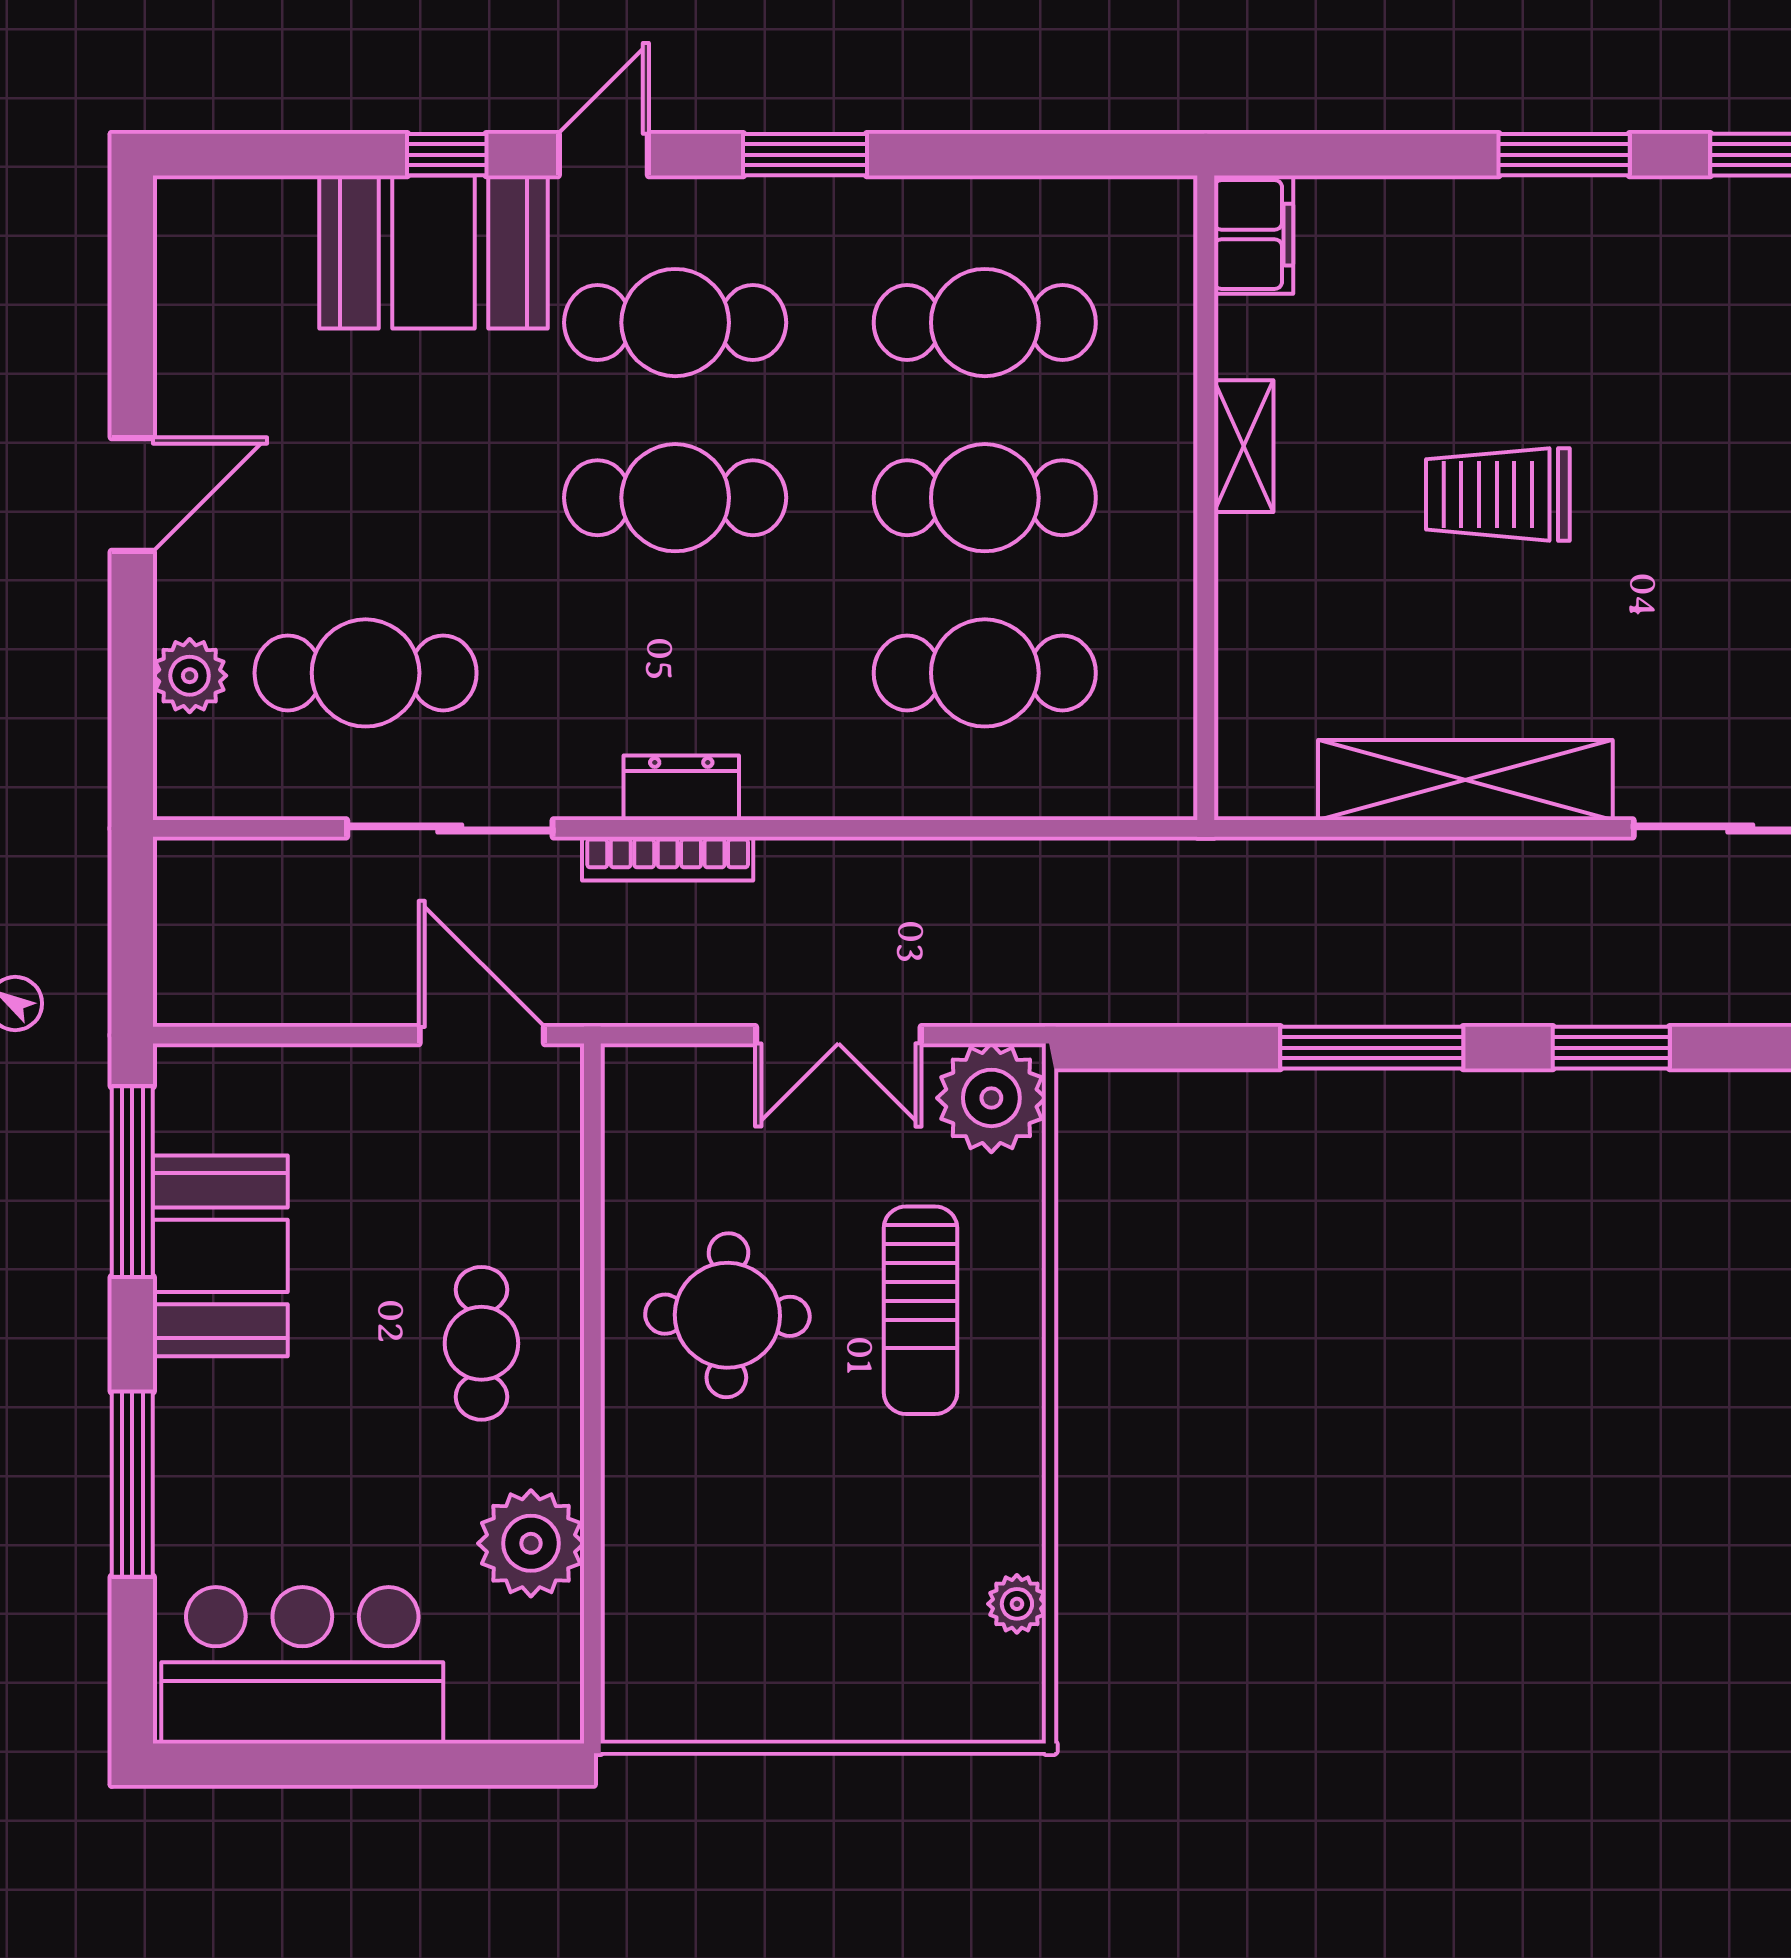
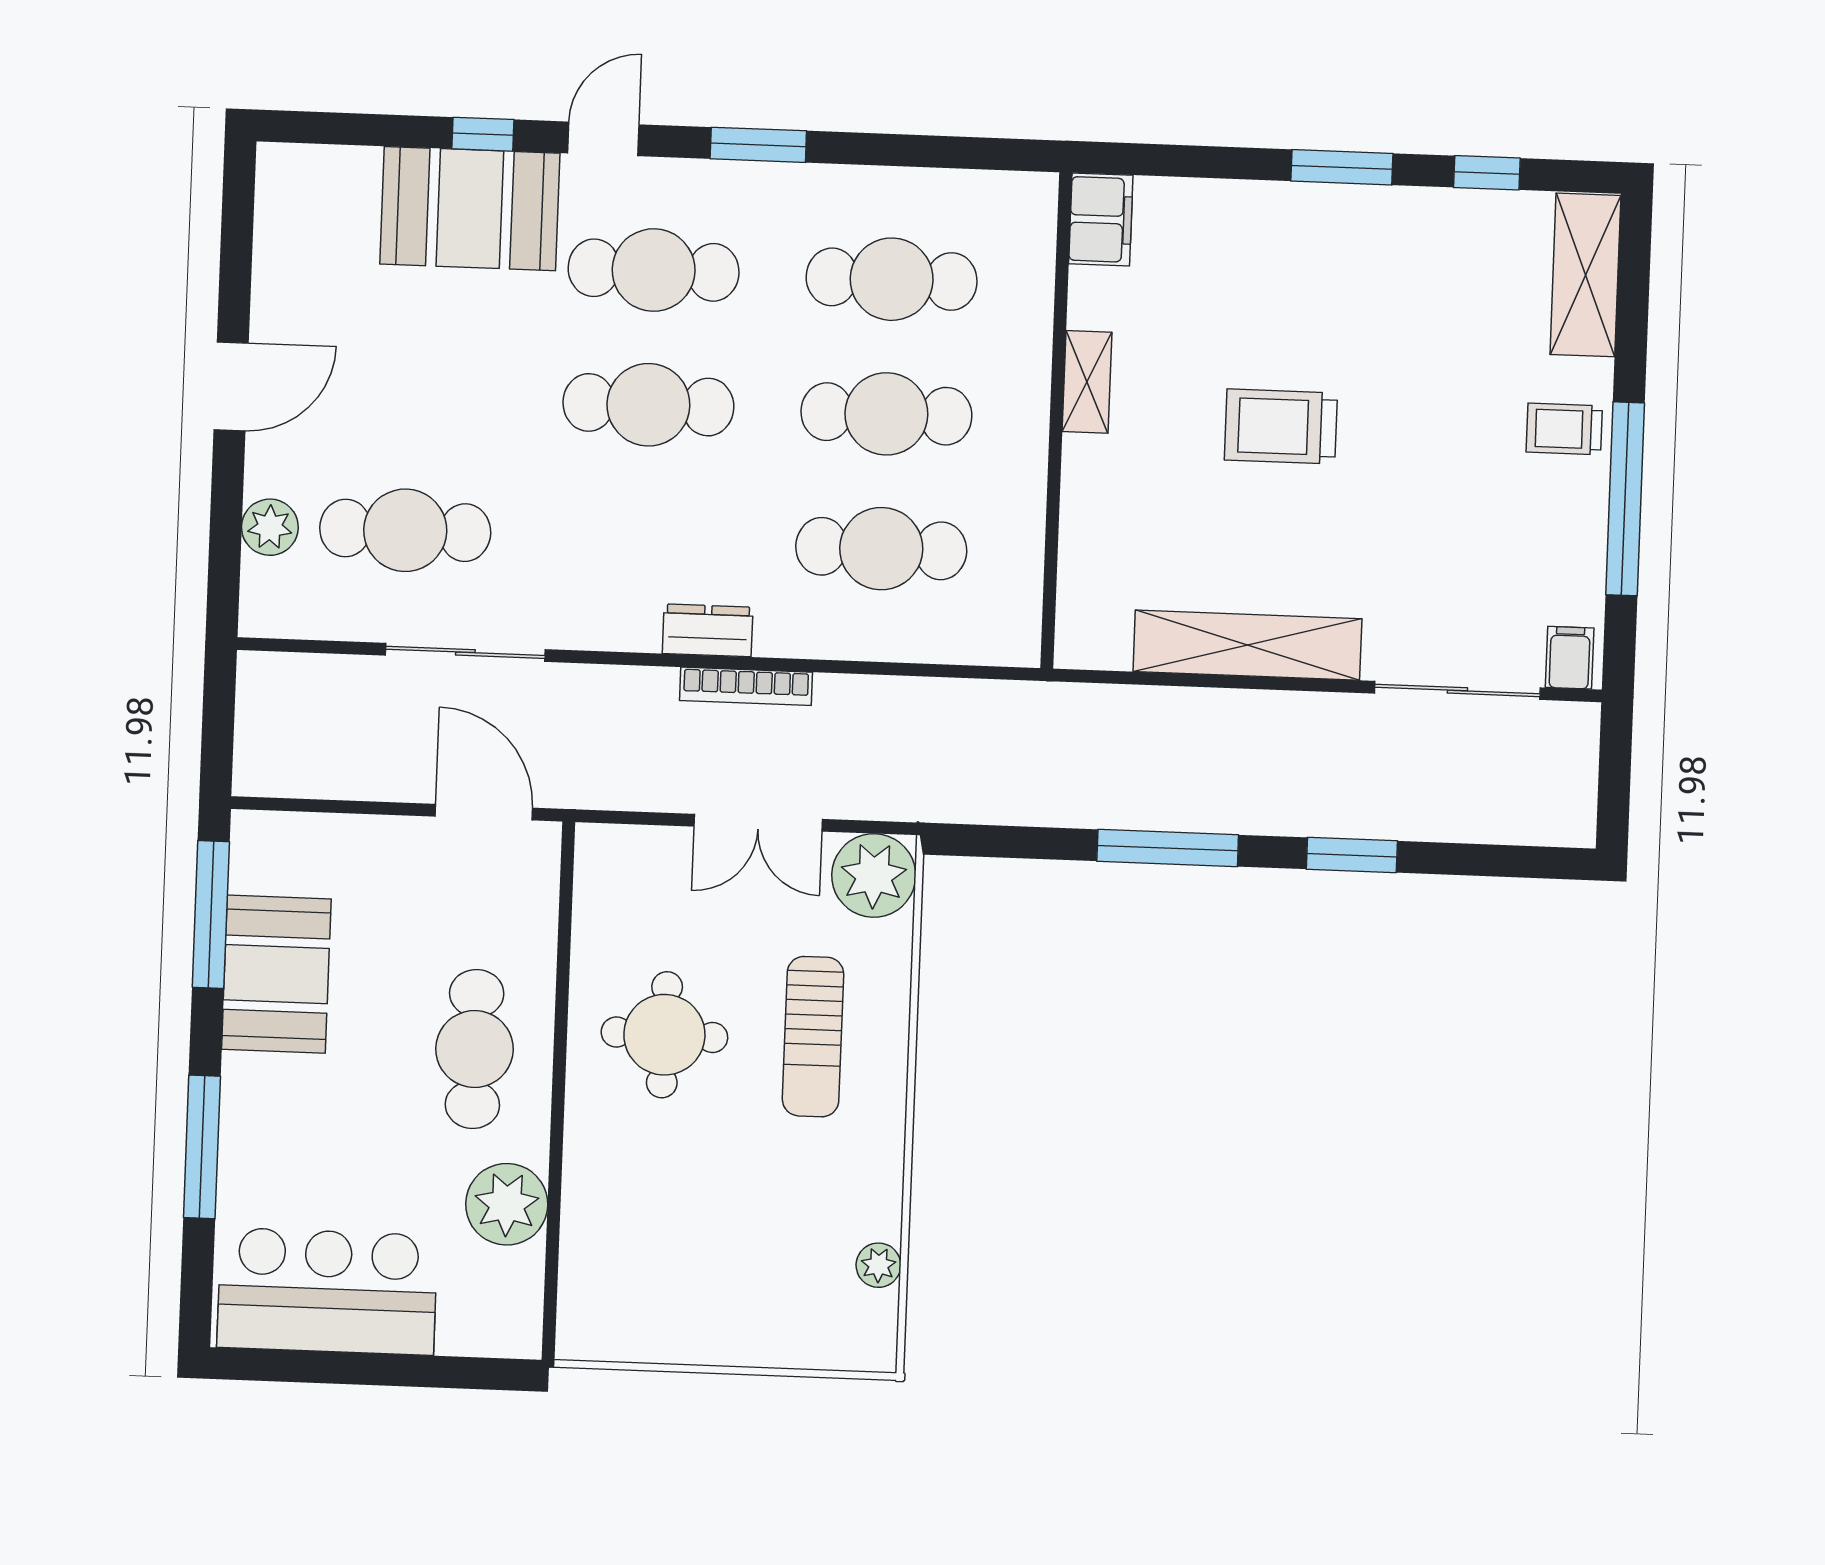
dresser: (681, 788) -> (708, 630), moved
bookcase: (668, 859) -> (746, 686), moved
cafe table: (481, 1343) -> (475, 1049), width x1.37, depth x1.35

